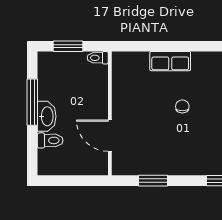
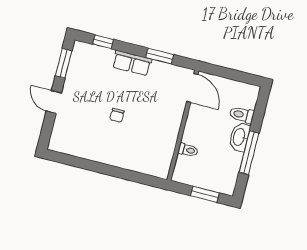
toilet: (98, 58) -> (188, 150), moved
row of seats: (170, 61) -> (132, 63), moved, turned 180
door: (110, 136) -> (192, 88), moved

